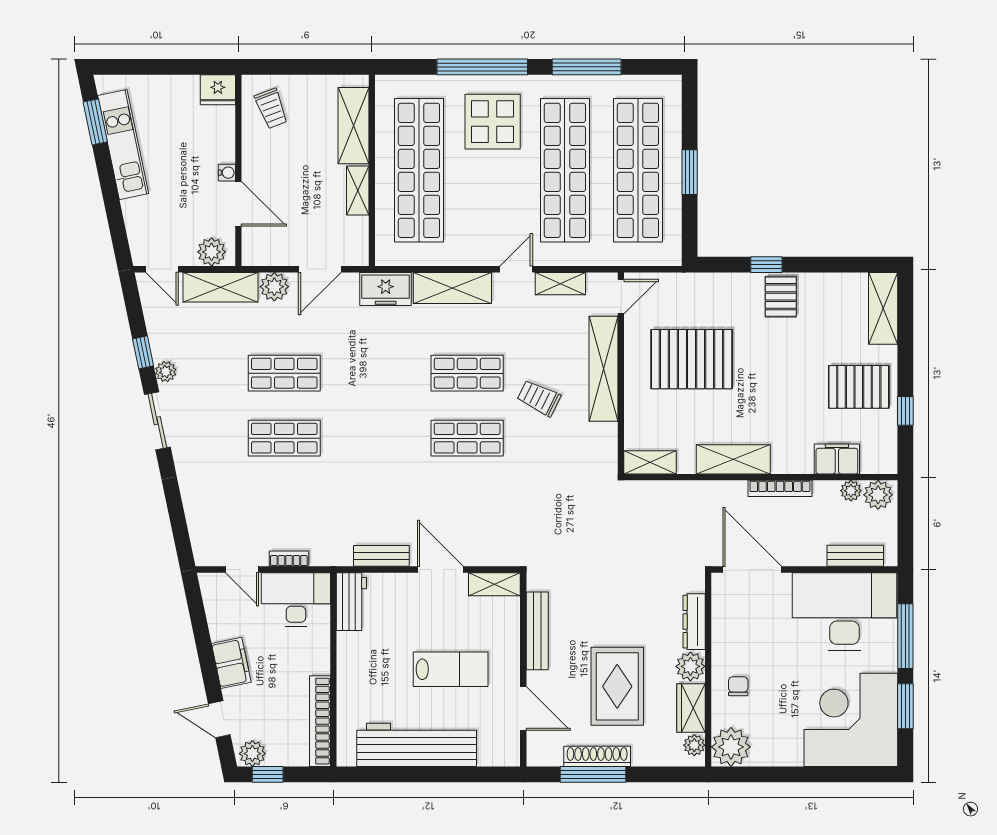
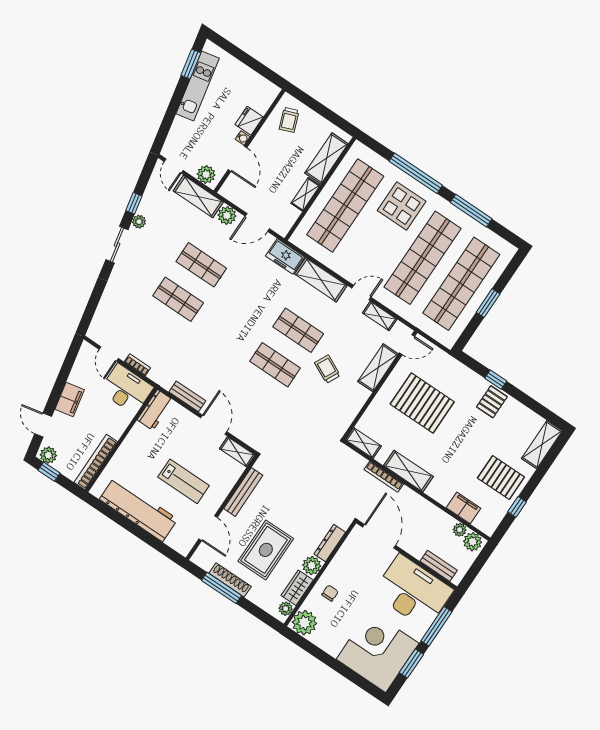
fridge: (218, 90) -> (249, 121), moved, turned 90
shelving: (603, 369) -> (378, 368), width x0.68
bookcase: (780, 488) -> (384, 477), moved

